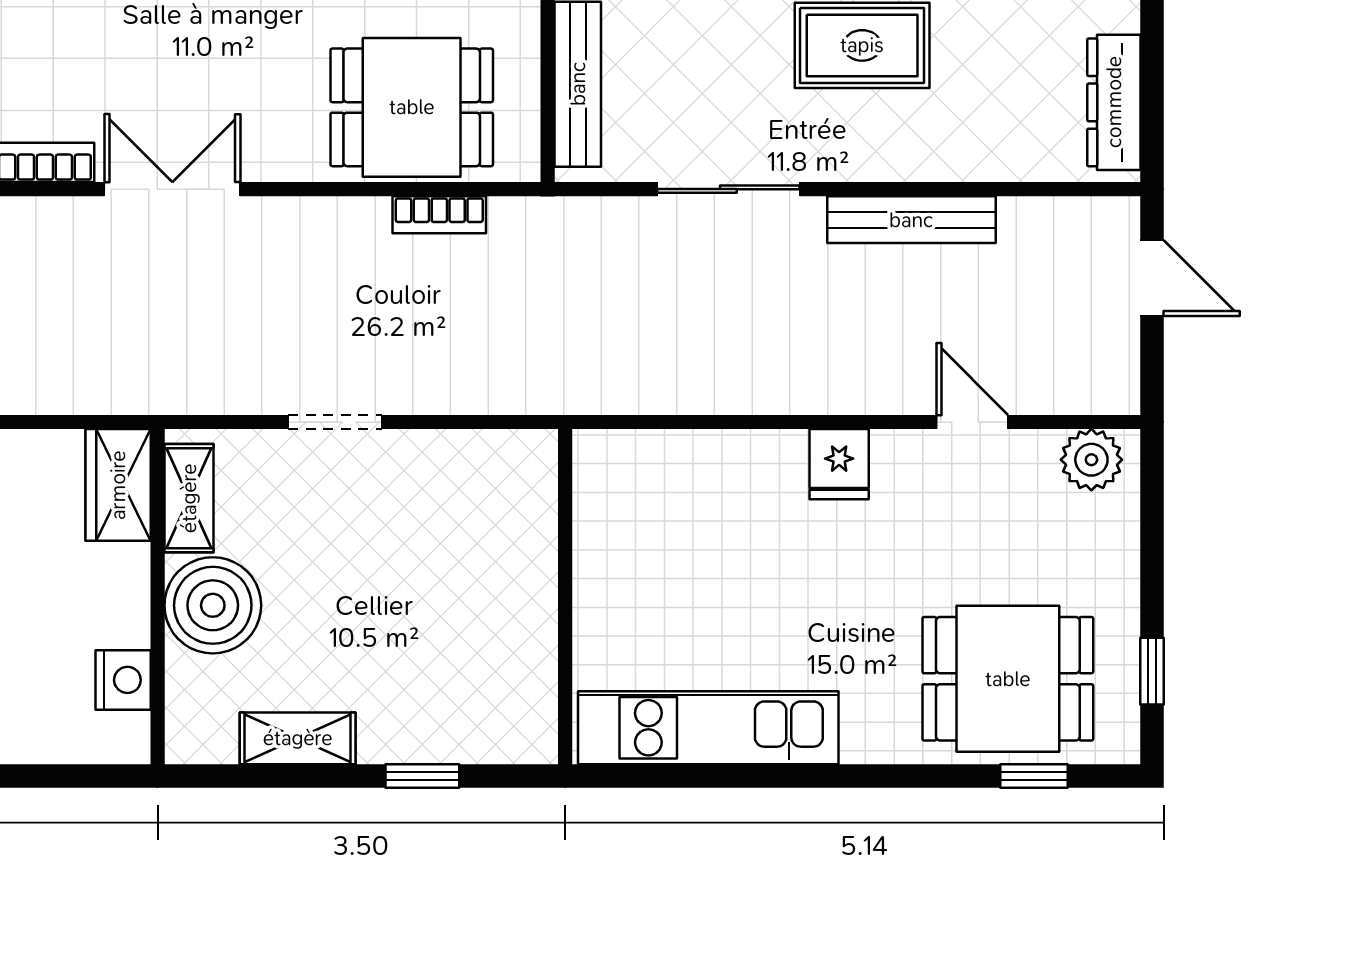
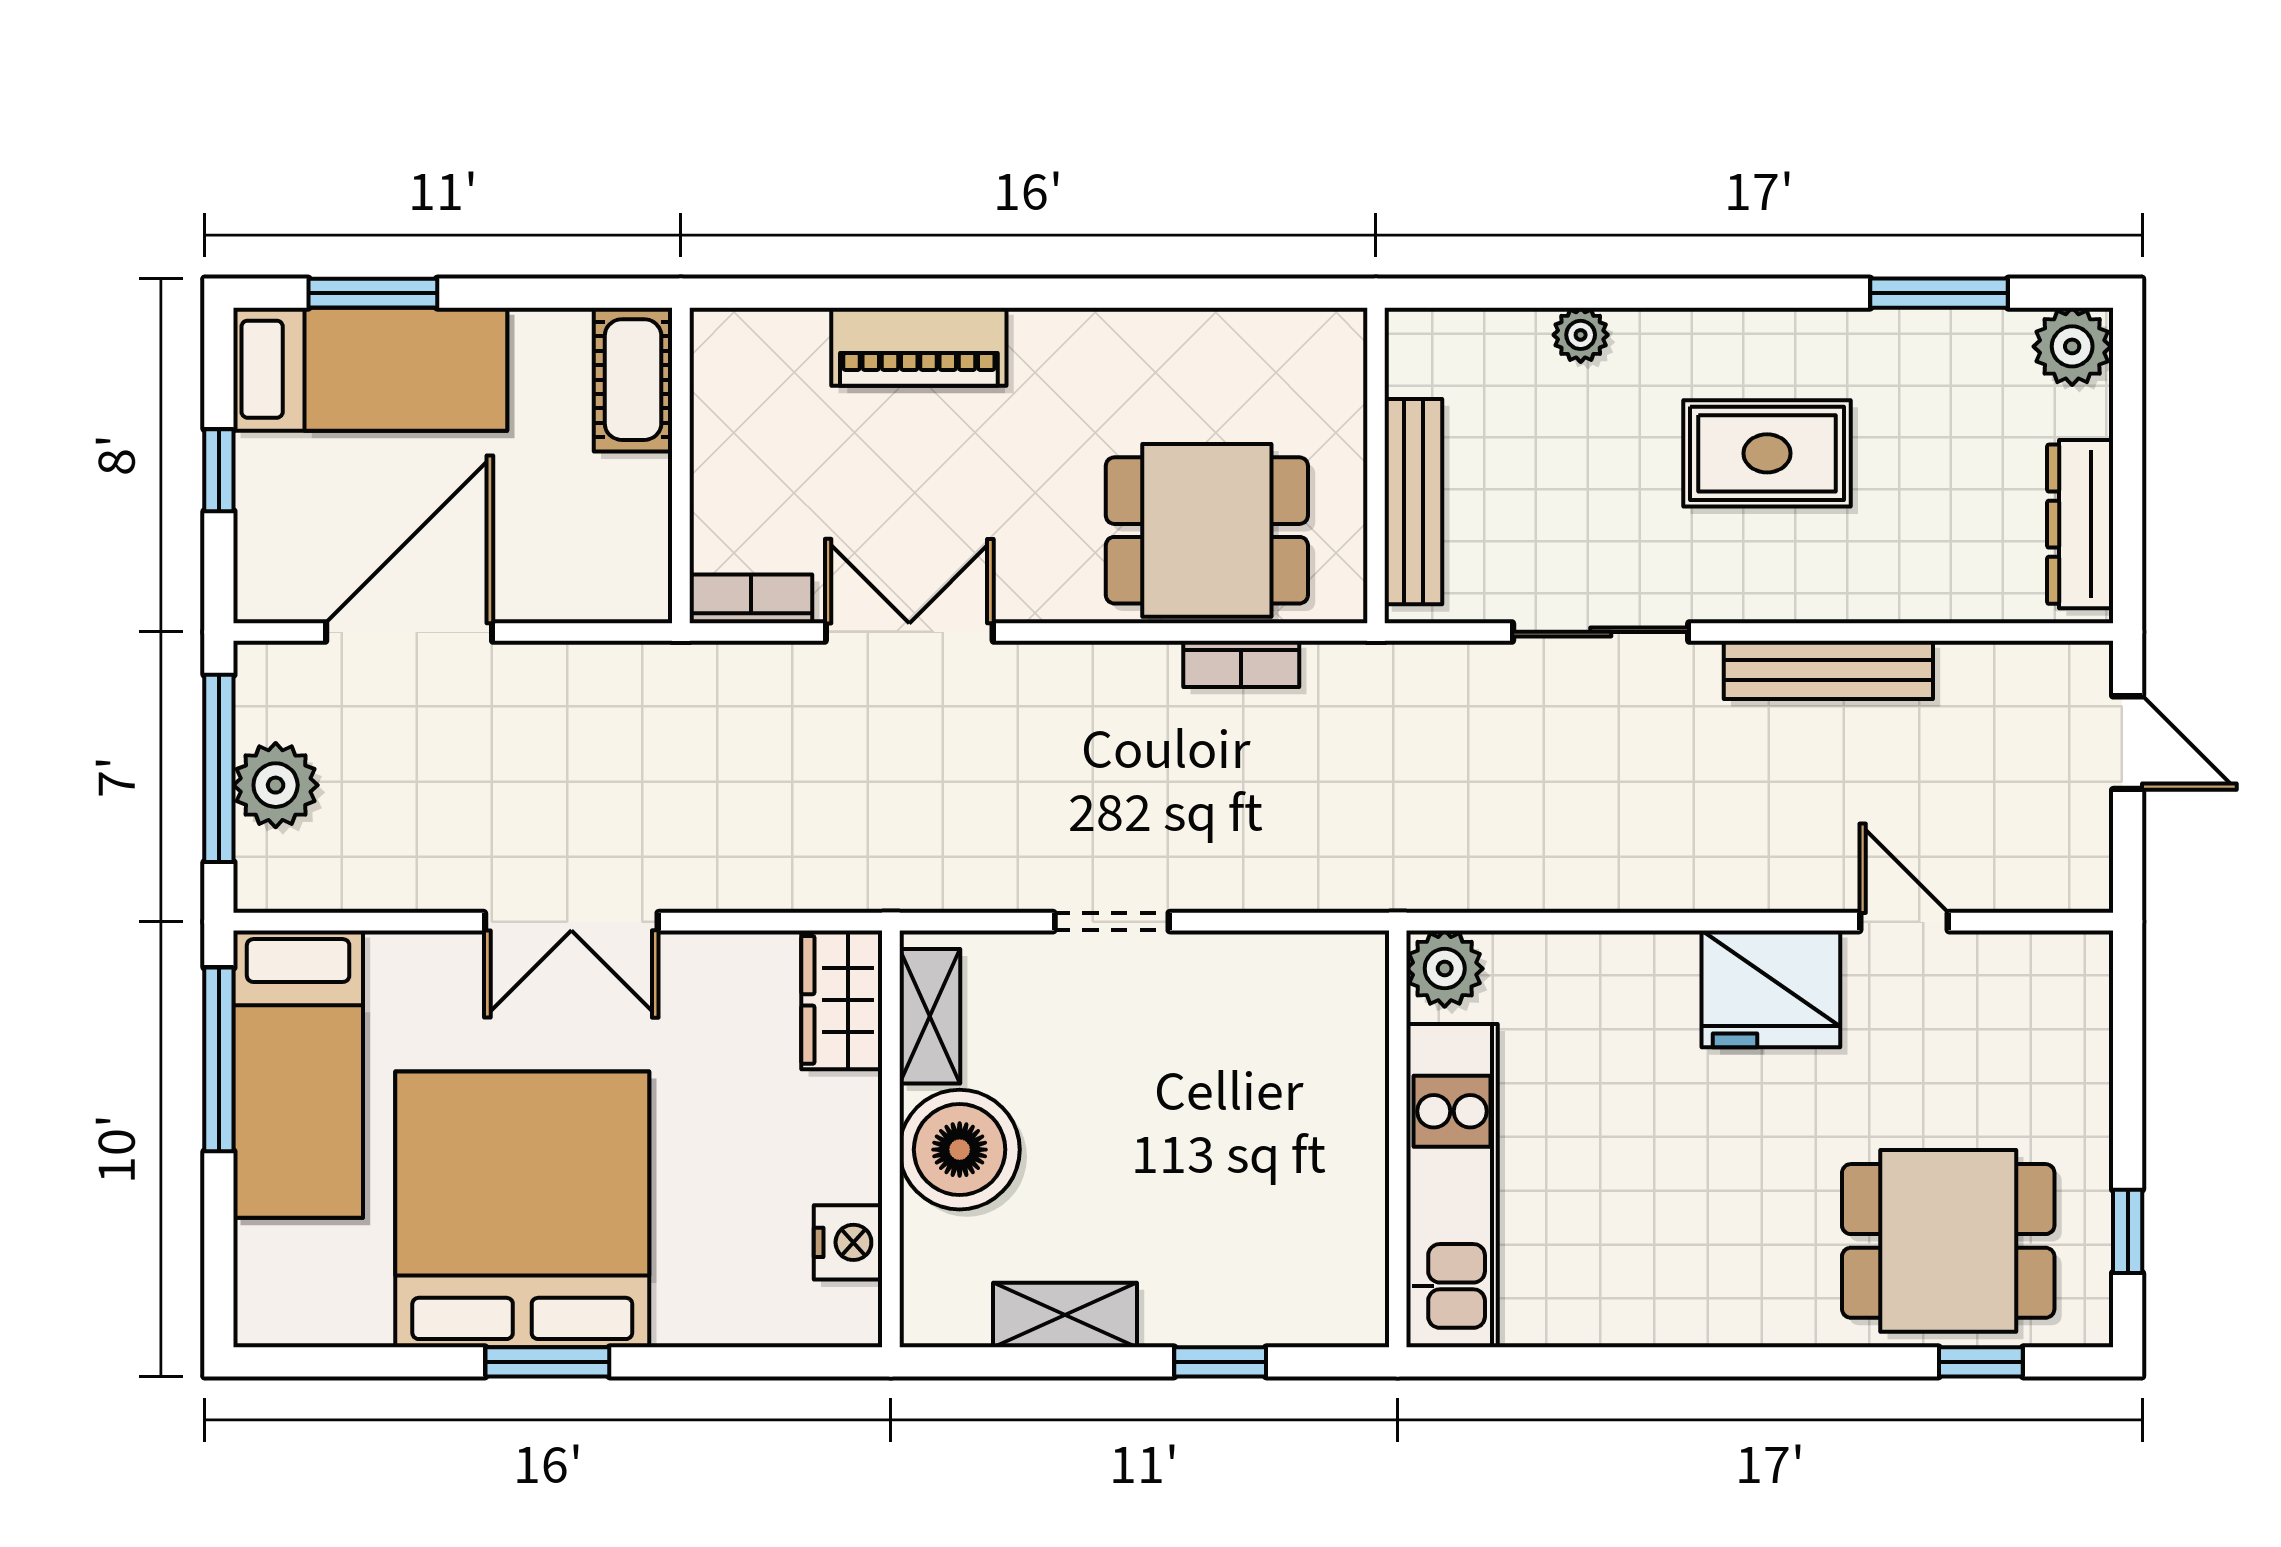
plant: (1091, 460) -> (1445, 969), moved
fridge: (839, 464) -> (1771, 989), width x1.88, depth x1.34
kitchen unit: (708, 728) -> (1452, 1186), moved, turned 90

